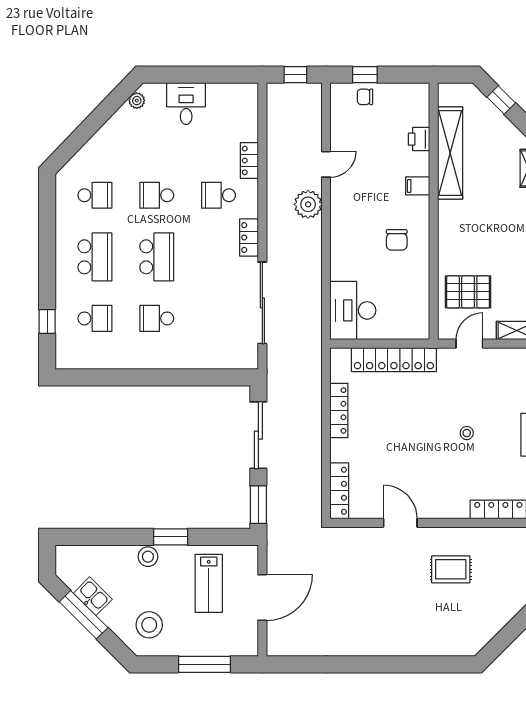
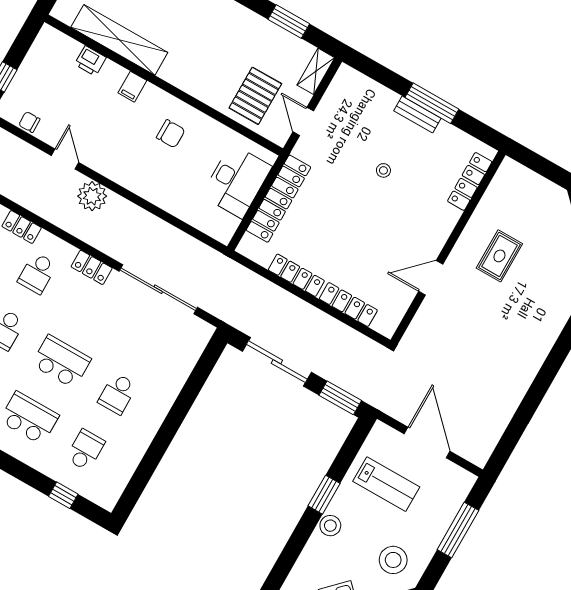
chair: (365, 97) -> (29, 122), moved, turned 89
desk: (353, 310) -> (237, 181), moved, turned -90
locker: (339, 491) -> (348, 305), moved

